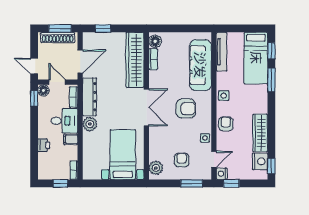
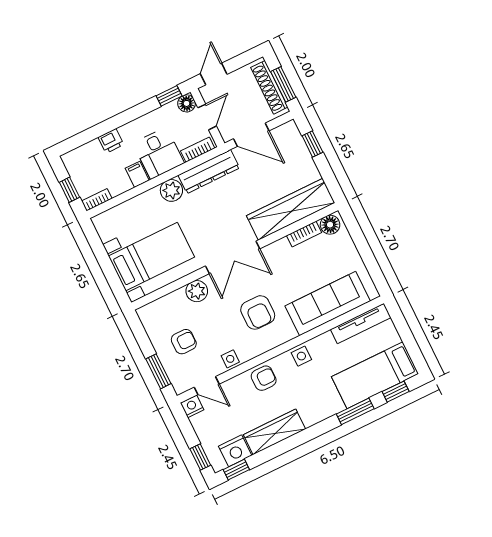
plant: (156, 168) -> (197, 291), moved
window: (231, 183) -> (200, 457), moved

